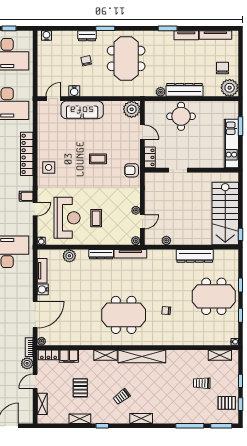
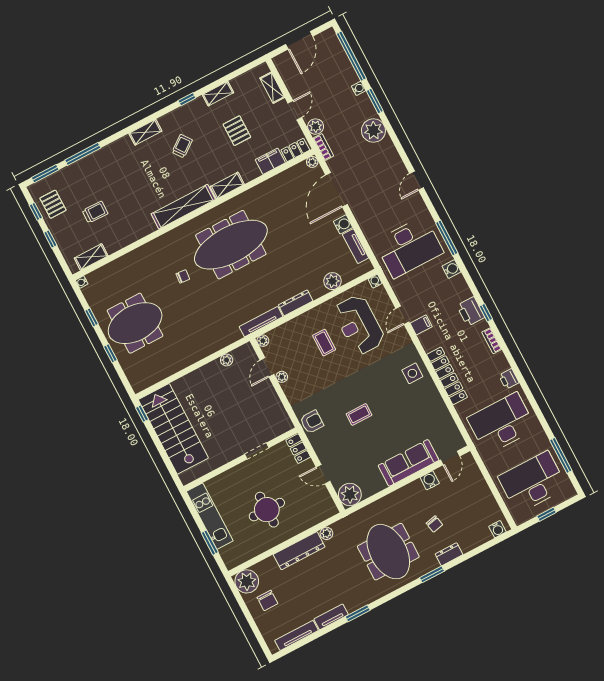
round table: (181, 116) -> (267, 510), moved
dresser: (195, 256) -> (183, 359), removed
meeting table: (124, 315) -> (231, 245), width x1.36
pallet: (227, 403) -> (53, 204), turned 90

